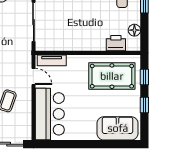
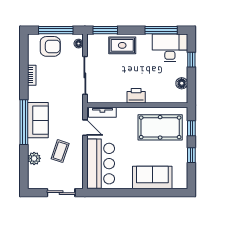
printer: (116, 43) -> (136, 96), moved
sofa: (118, 128) -> (152, 177), moved

